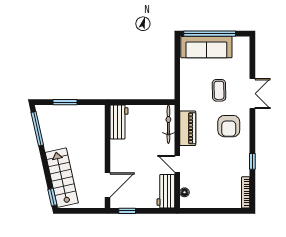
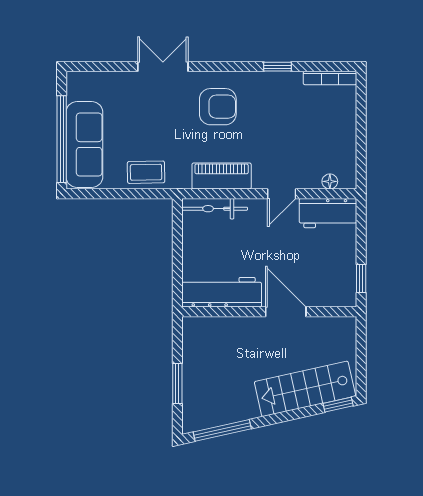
coffee table: (219, 90) -> (146, 172), moved
workbench: (119, 122) -> (222, 292), width x1.38
door: (107, 185) -> (286, 312), moved

